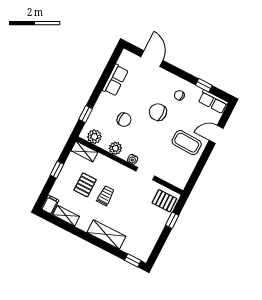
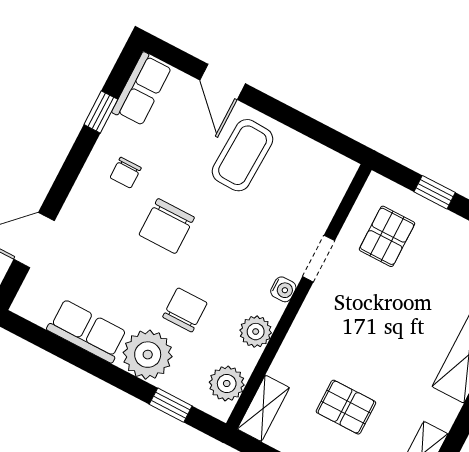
plant: (106, 105) -> (148, 355), added
trolley: (106, 196) -> (373, 357), removed
pallet: (164, 201) -> (387, 236), moved

